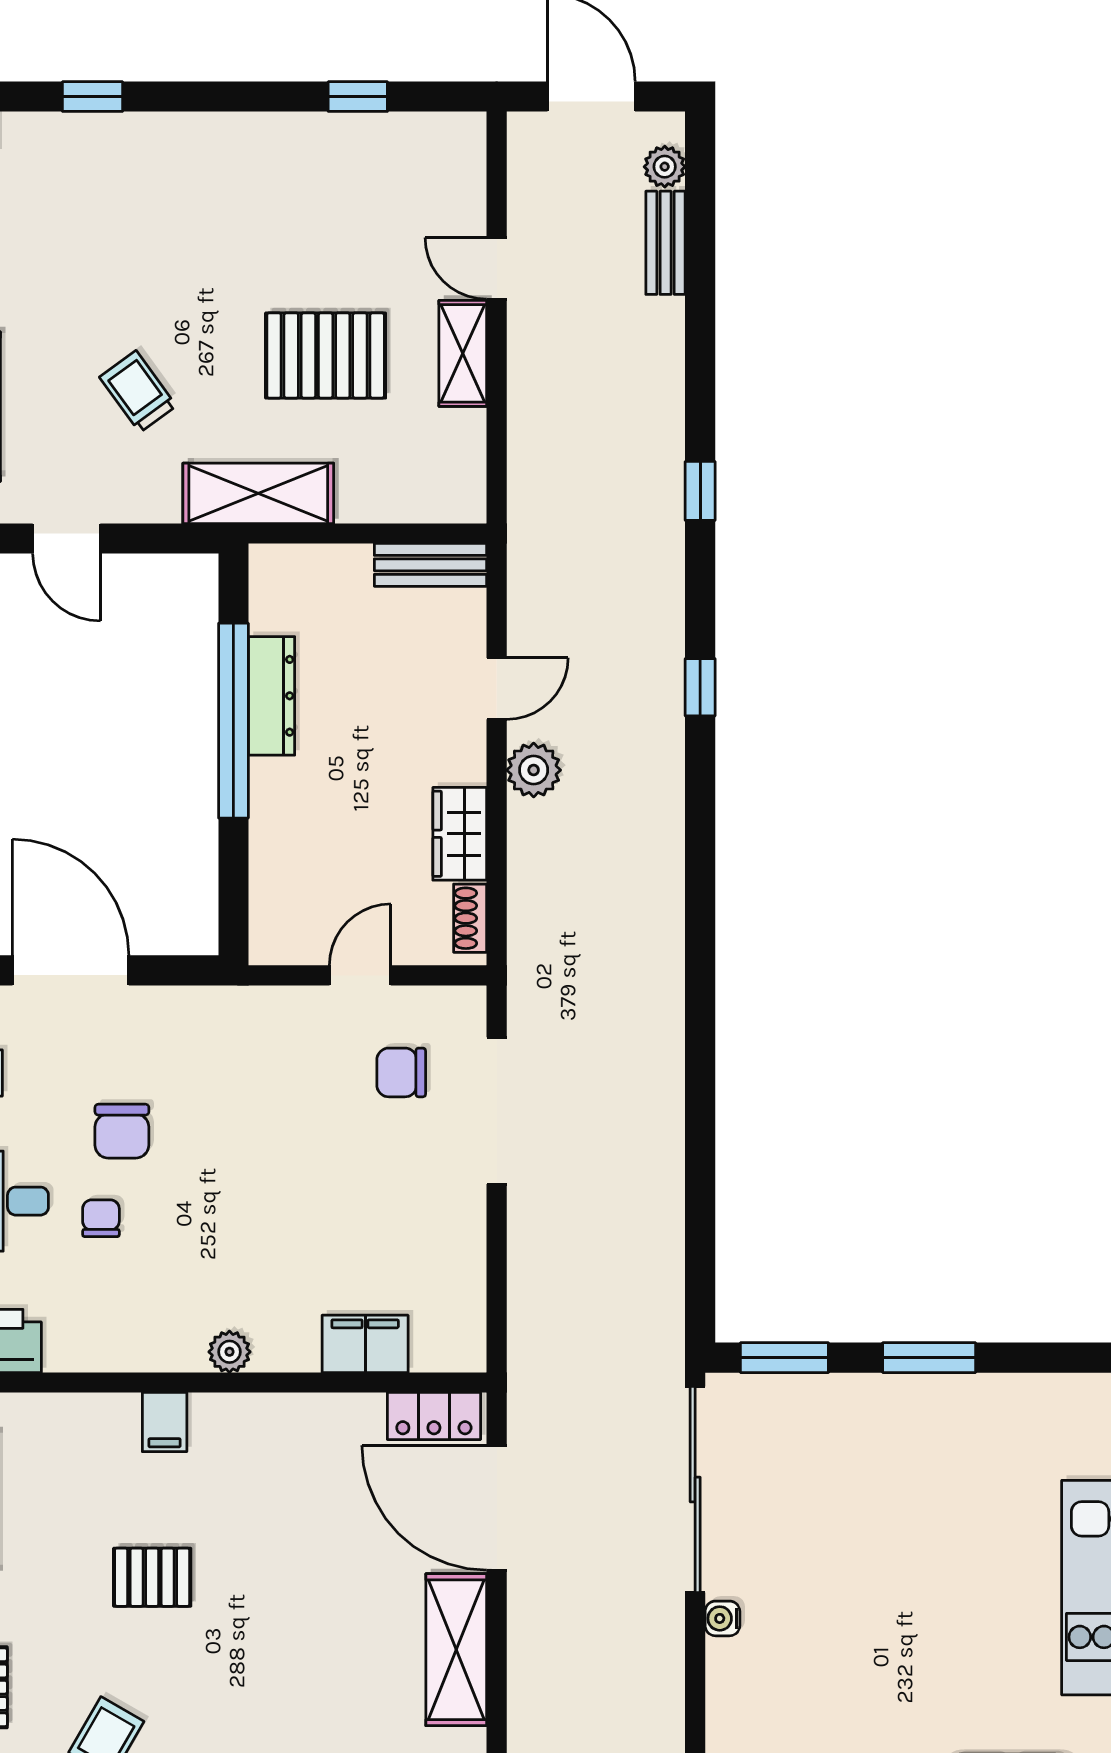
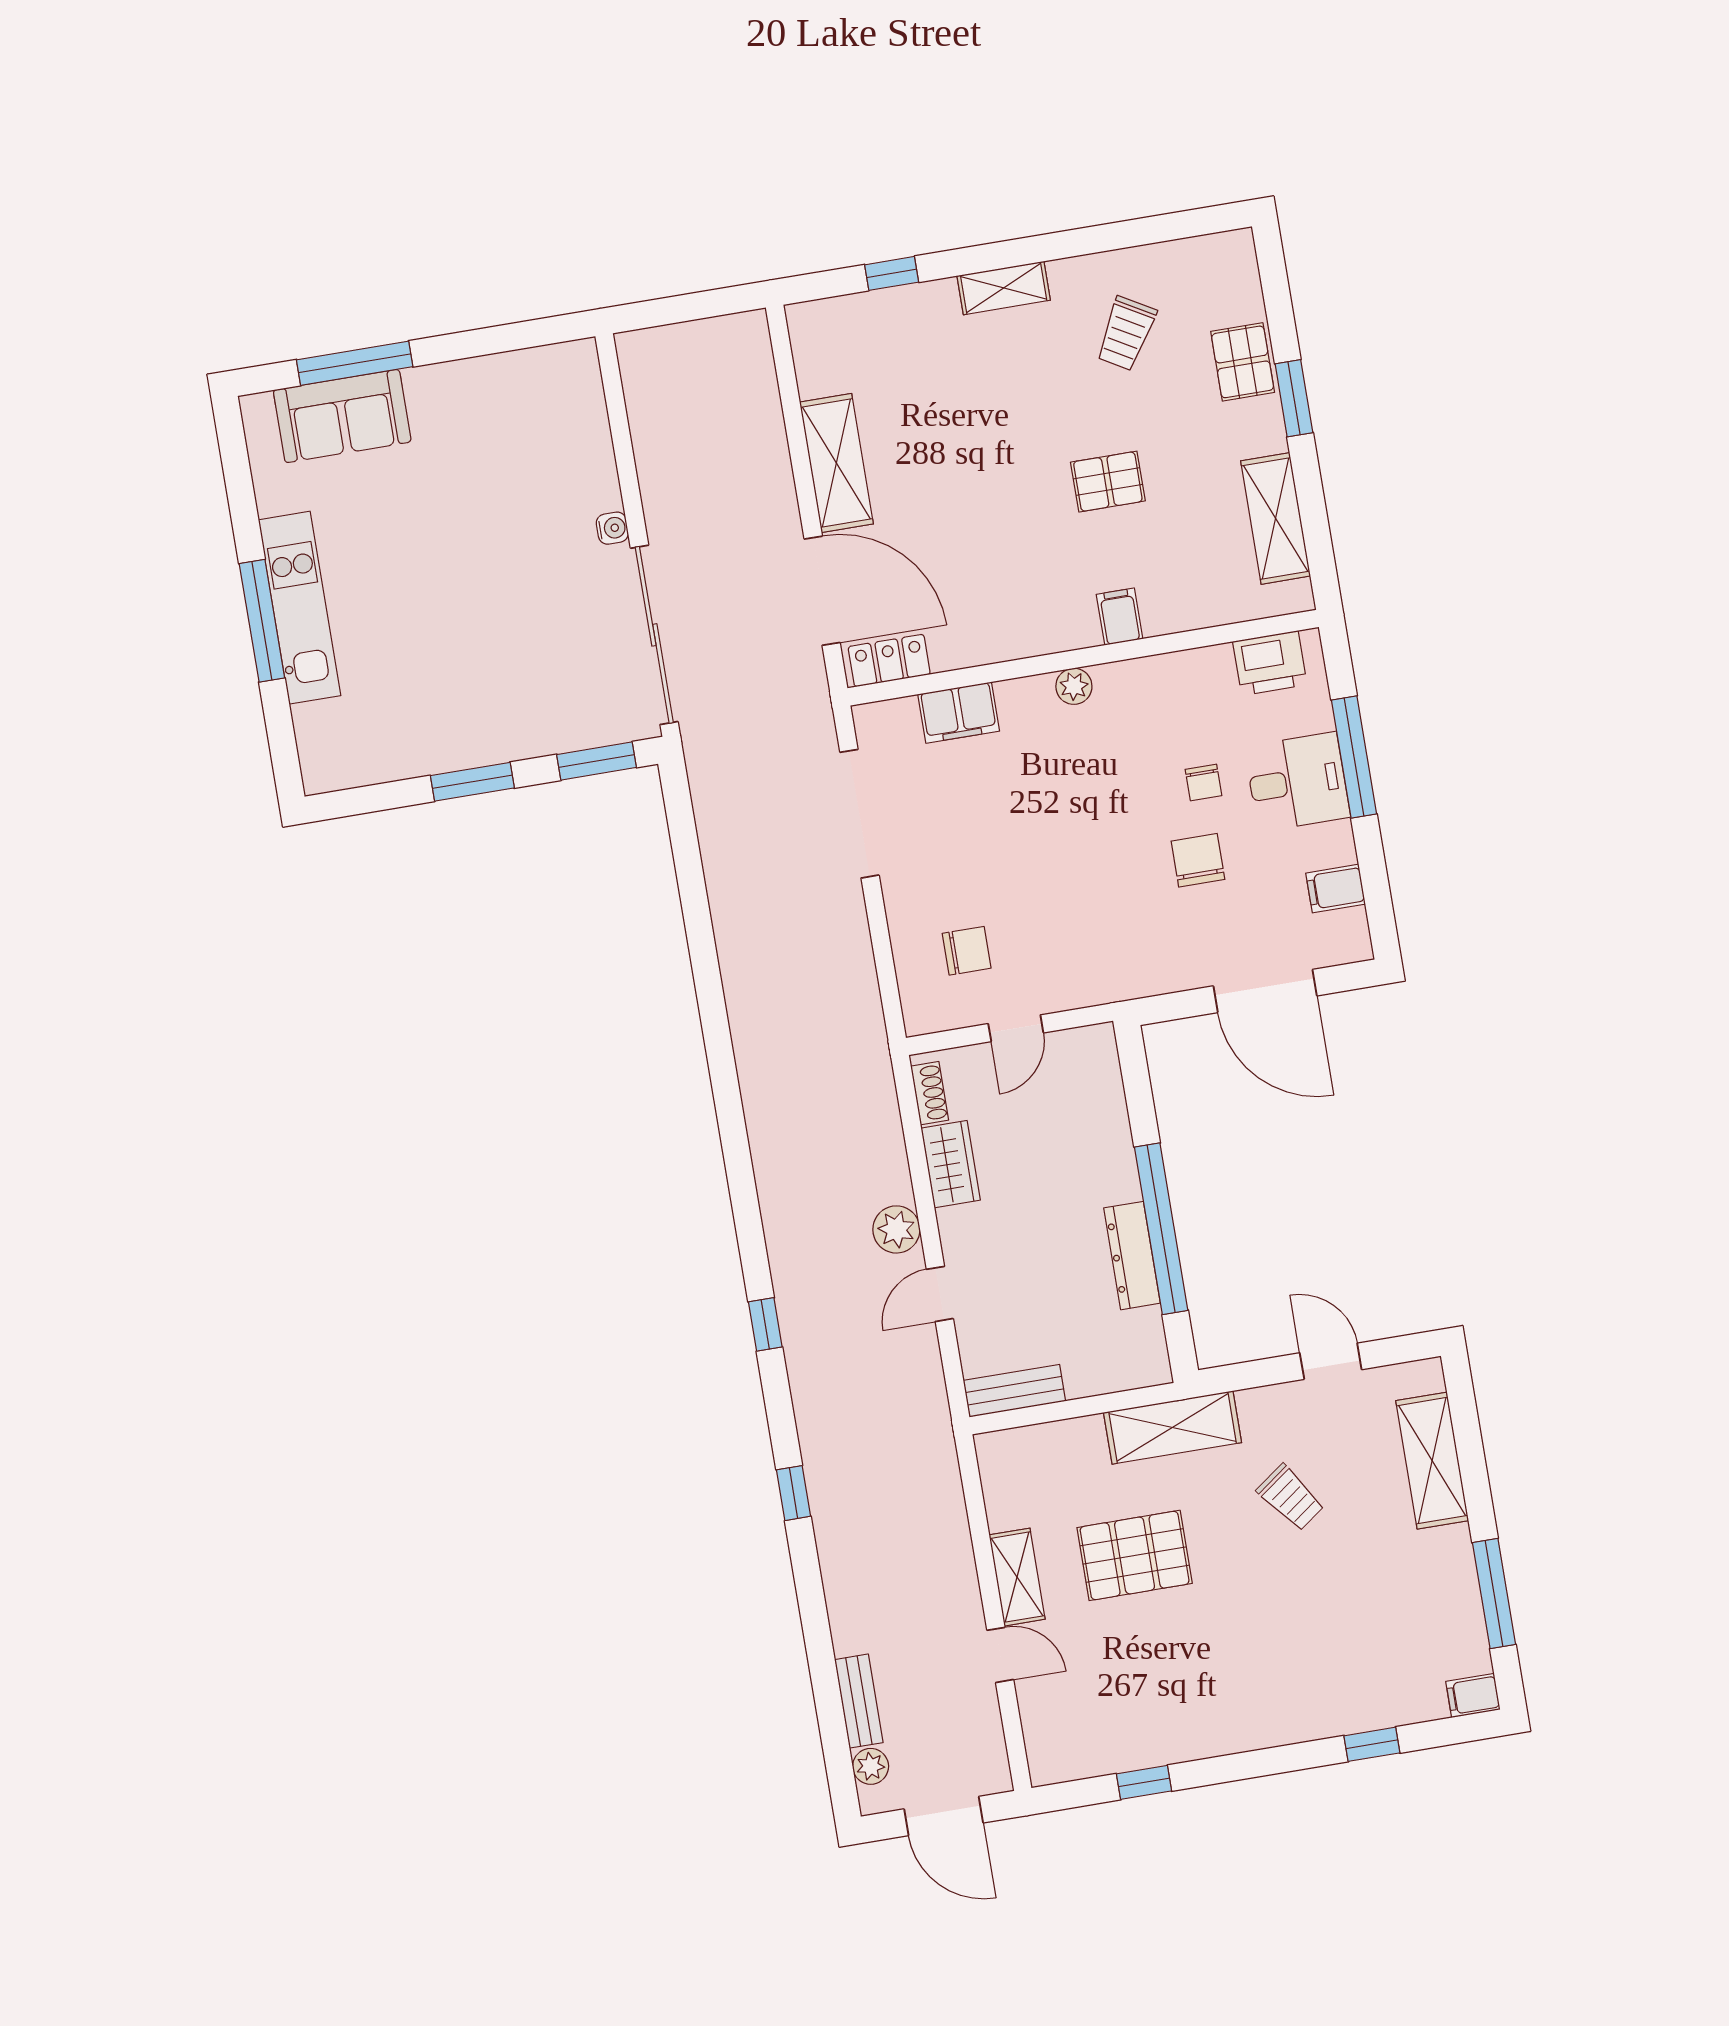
doorway: (497, 1111) -> (859, 814), moved

